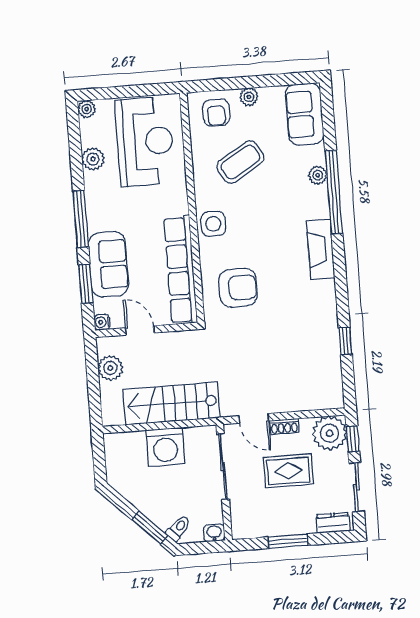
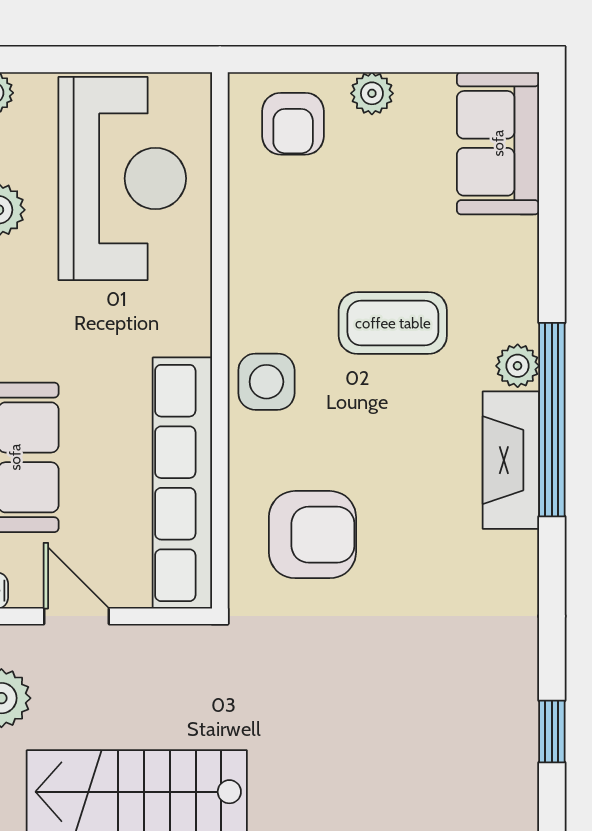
coffee table: (240, 162) -> (393, 323), moved, turned 31
plant: (318, 175) -> (518, 366), moved
window: (334, 192) -> (552, 420), moved
window: (345, 341) -> (552, 731), moved

